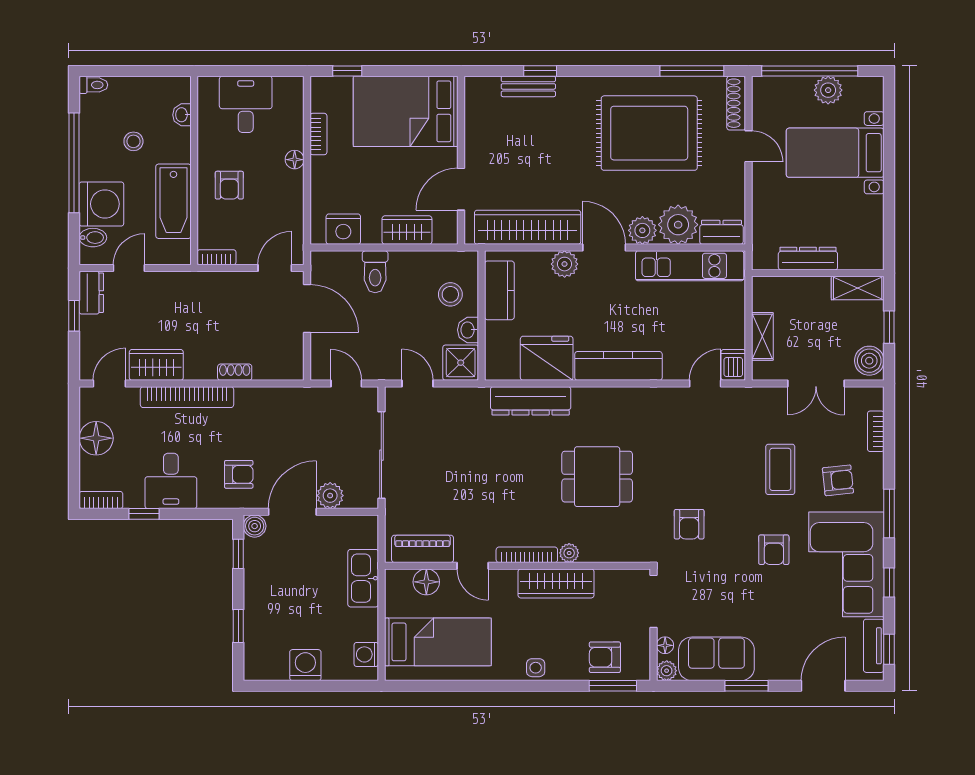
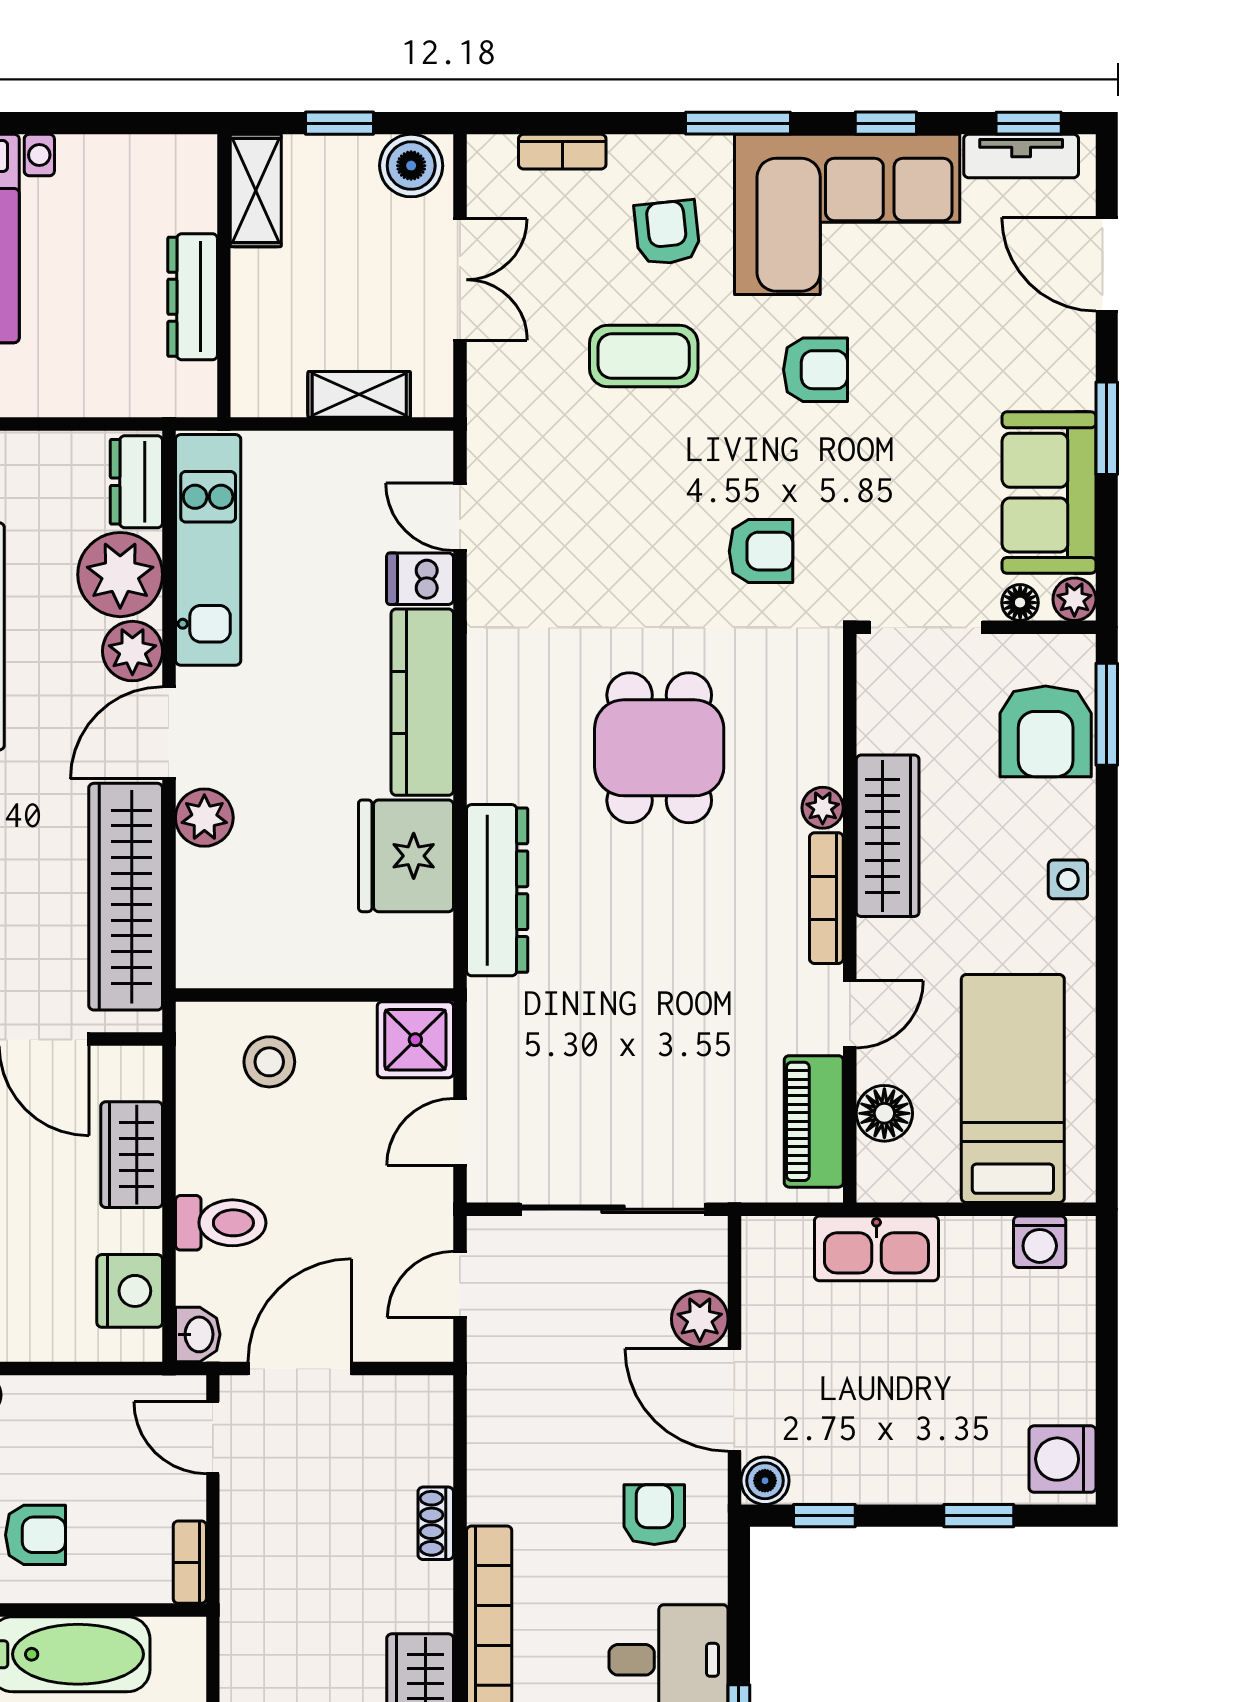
kitchen counter: (499, 290) -> (261, 957), removed
washbasin: (468, 330) -> (198, 1334), moved, turned -90
dishwasher: (733, 365) -> (420, 579), moved
armchair: (605, 657) -> (1046, 731), width x1.38, depth x1.38
washing machine: (305, 665) -> (1062, 1459), moved

